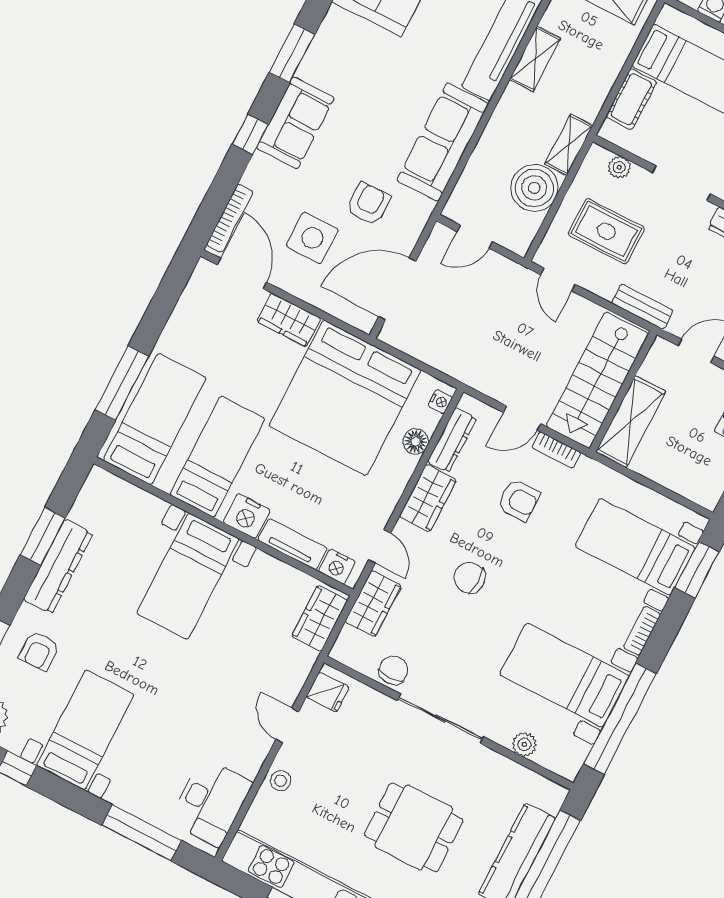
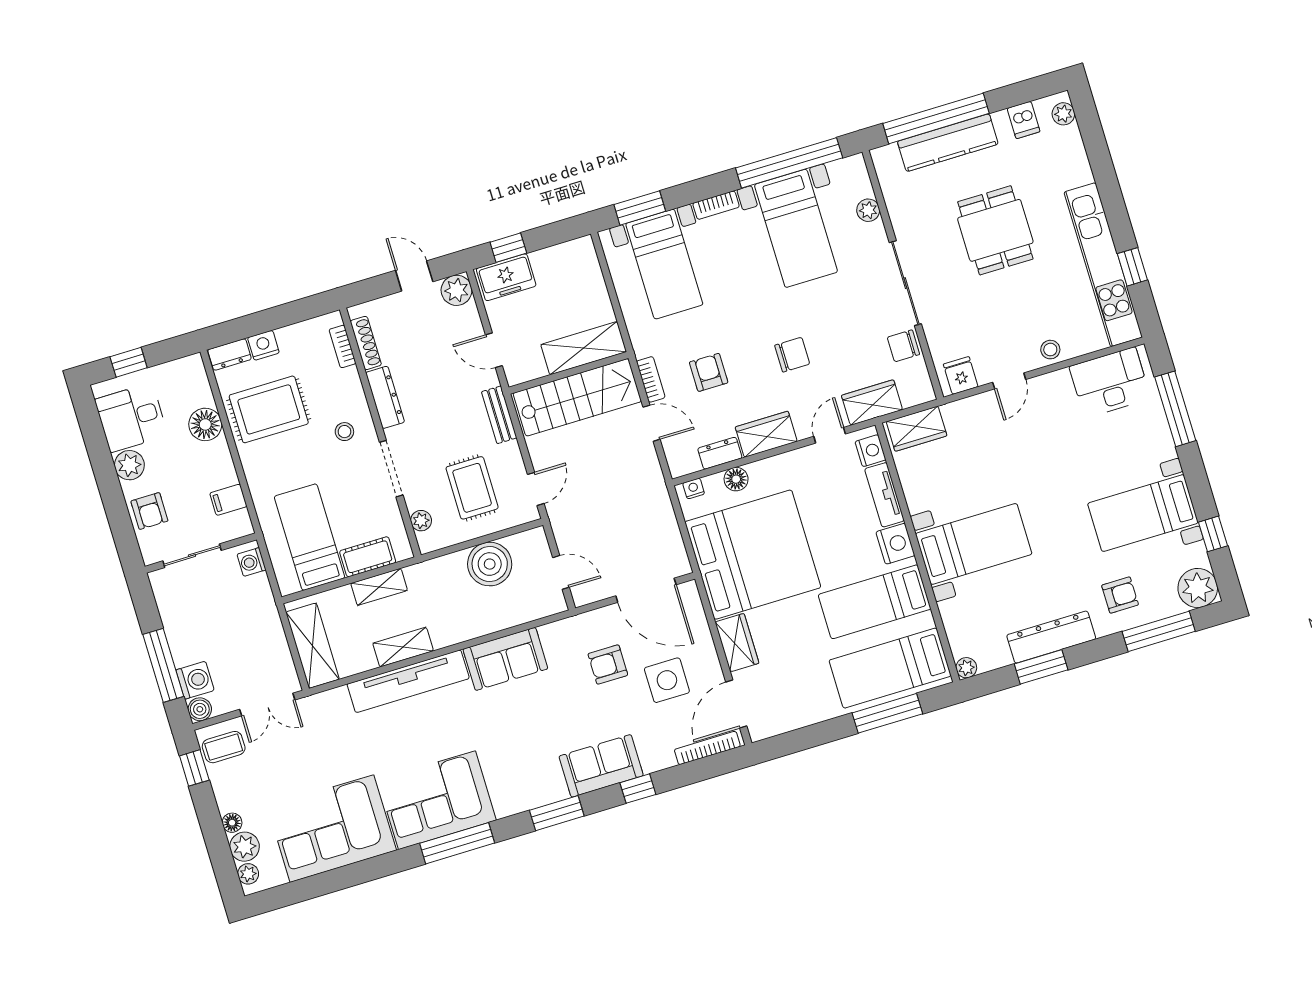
sofa: (443, 142) -> (505, 659), width x0.73
shelving: (569, 145) -> (379, 587), moved
dresser: (452, 440) -> (720, 453), width x0.70
plant: (98, 478) -> (966, 668), added
chair: (470, 578) -> (792, 355), turned -90

